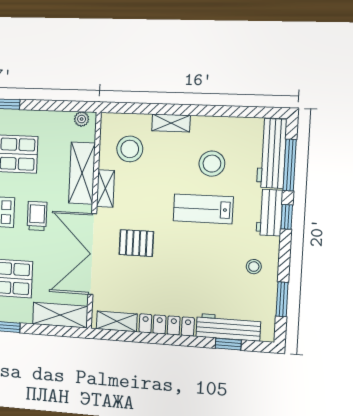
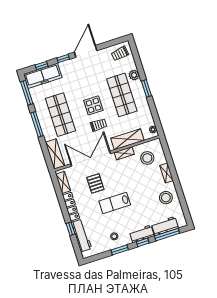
workbench: (272, 153) -> (165, 226), width x0.73
stool: (212, 164) -> (166, 198), moved
lab bench: (203, 209) -> (115, 203), moved, turned -90
pallet: (136, 243) -> (95, 183), moved
window: (282, 299) -> (120, 250), moved
window: (228, 344) -> (70, 229), moved

